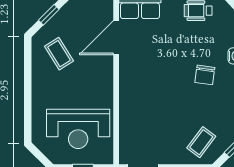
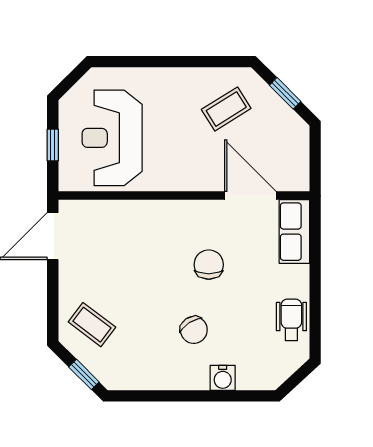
chair: (162, 65) -> (209, 265), added
chair: (205, 75) -> (194, 330), turned -131

